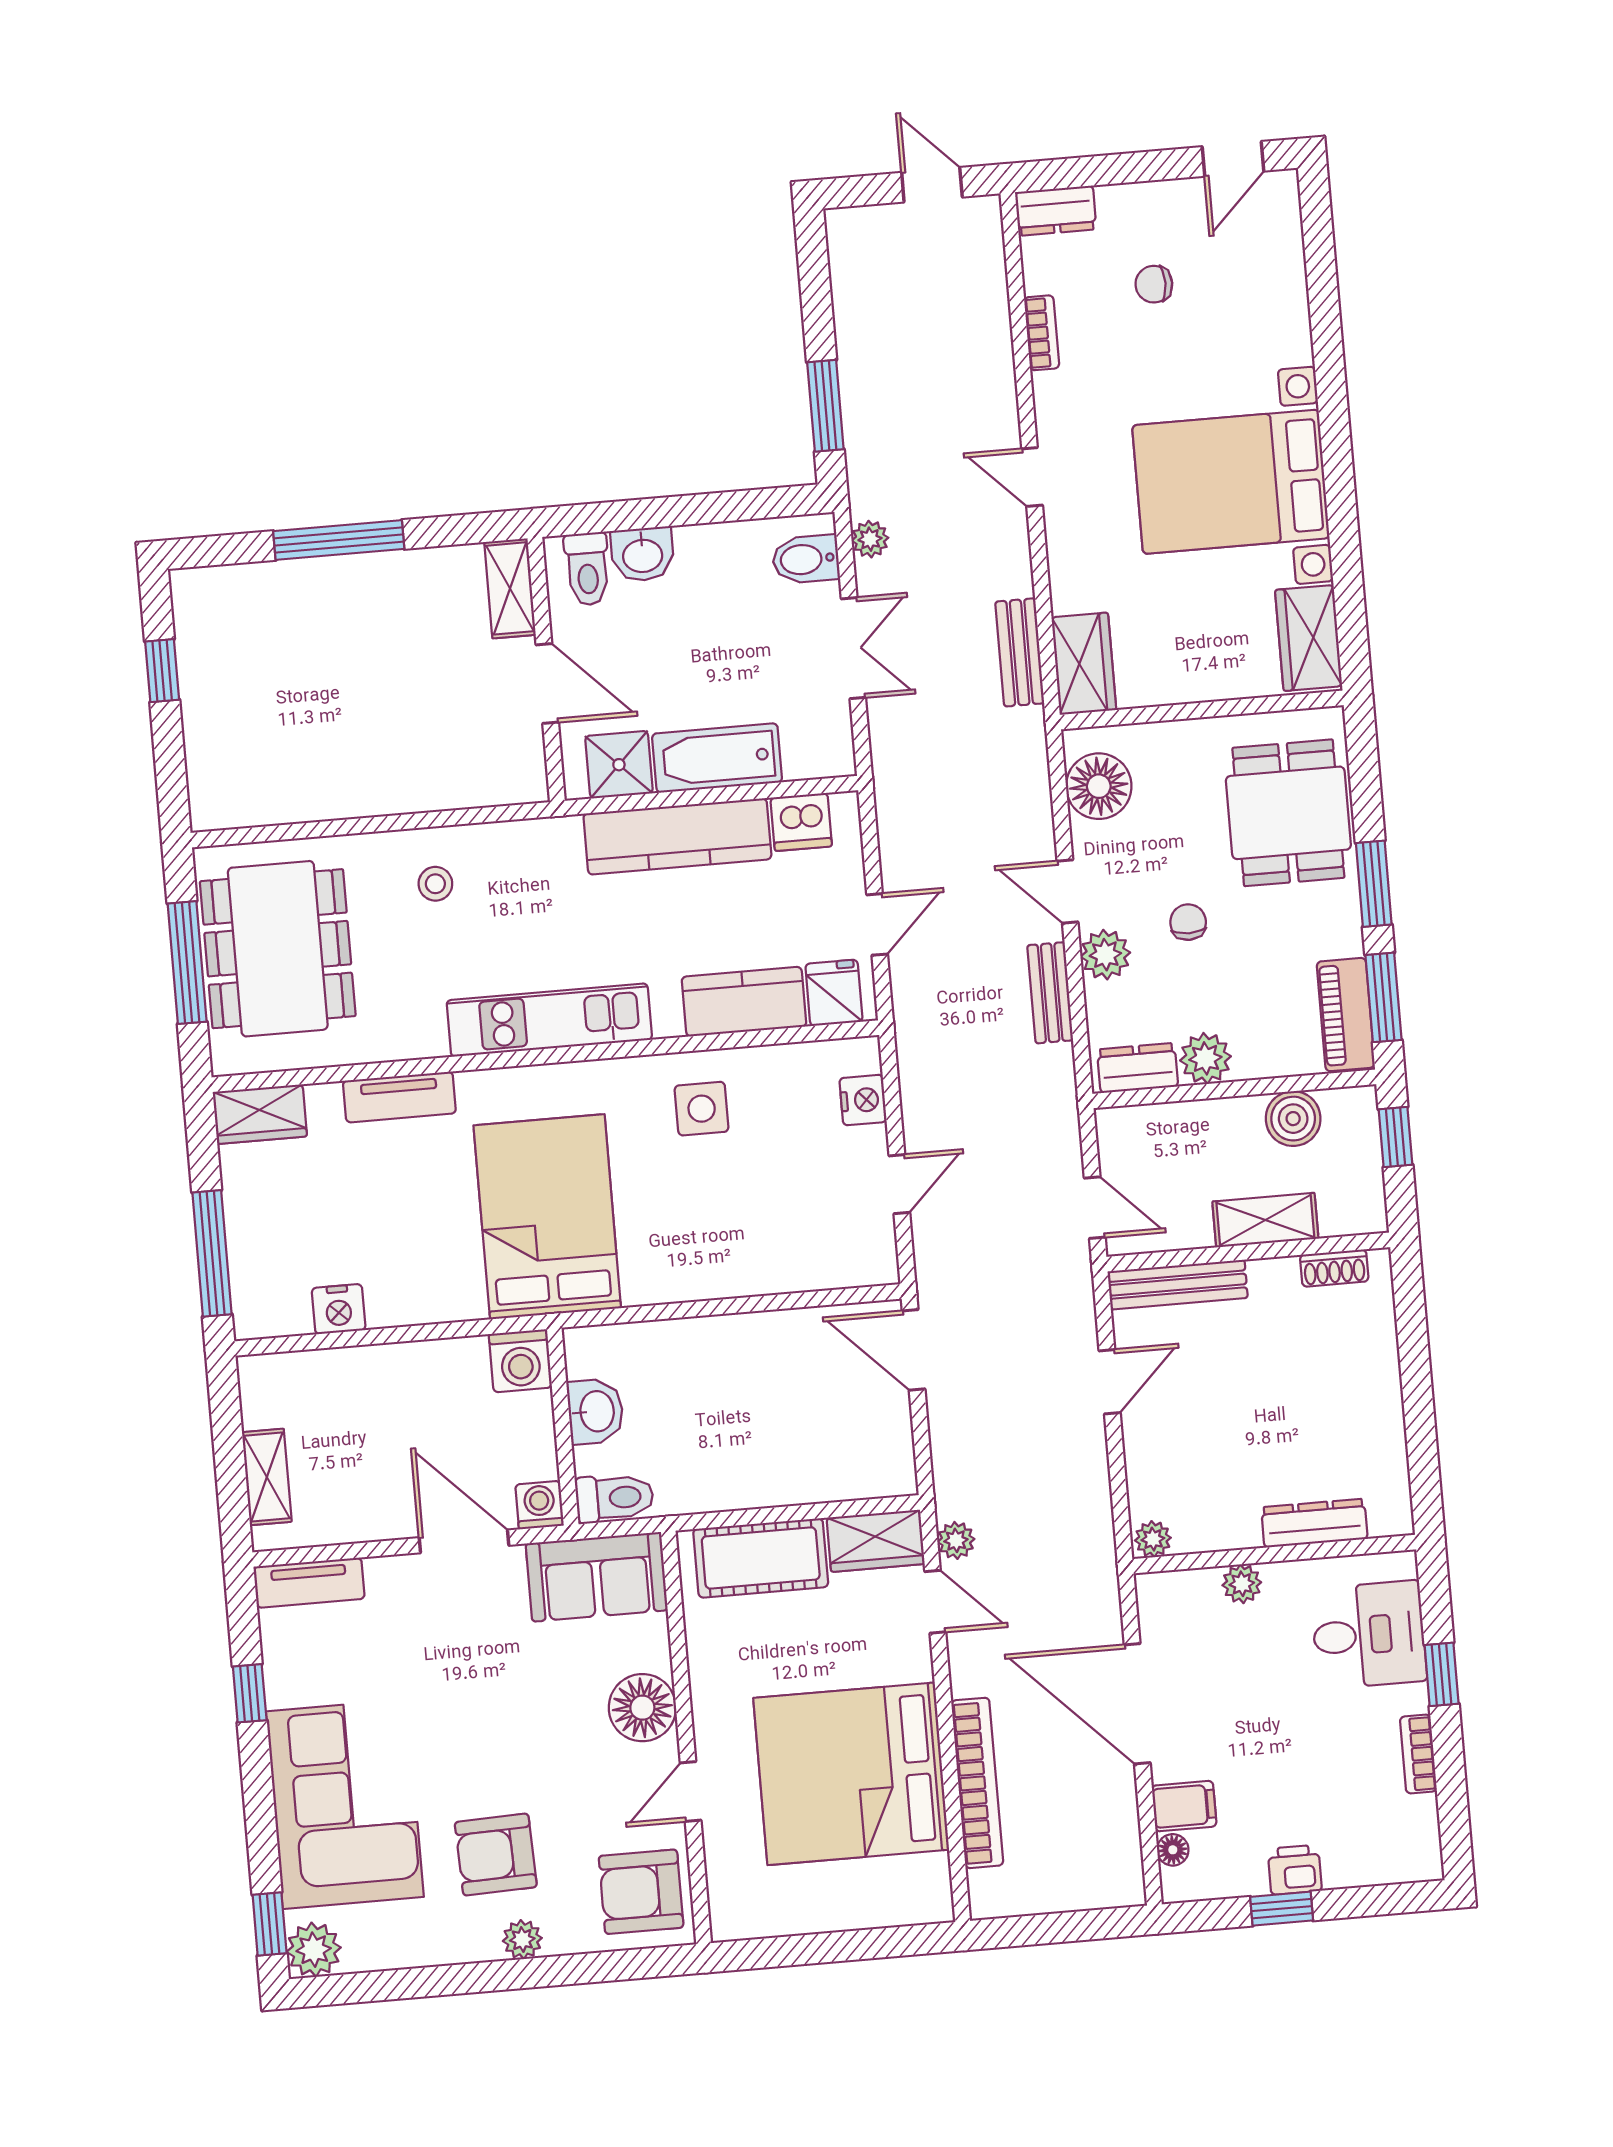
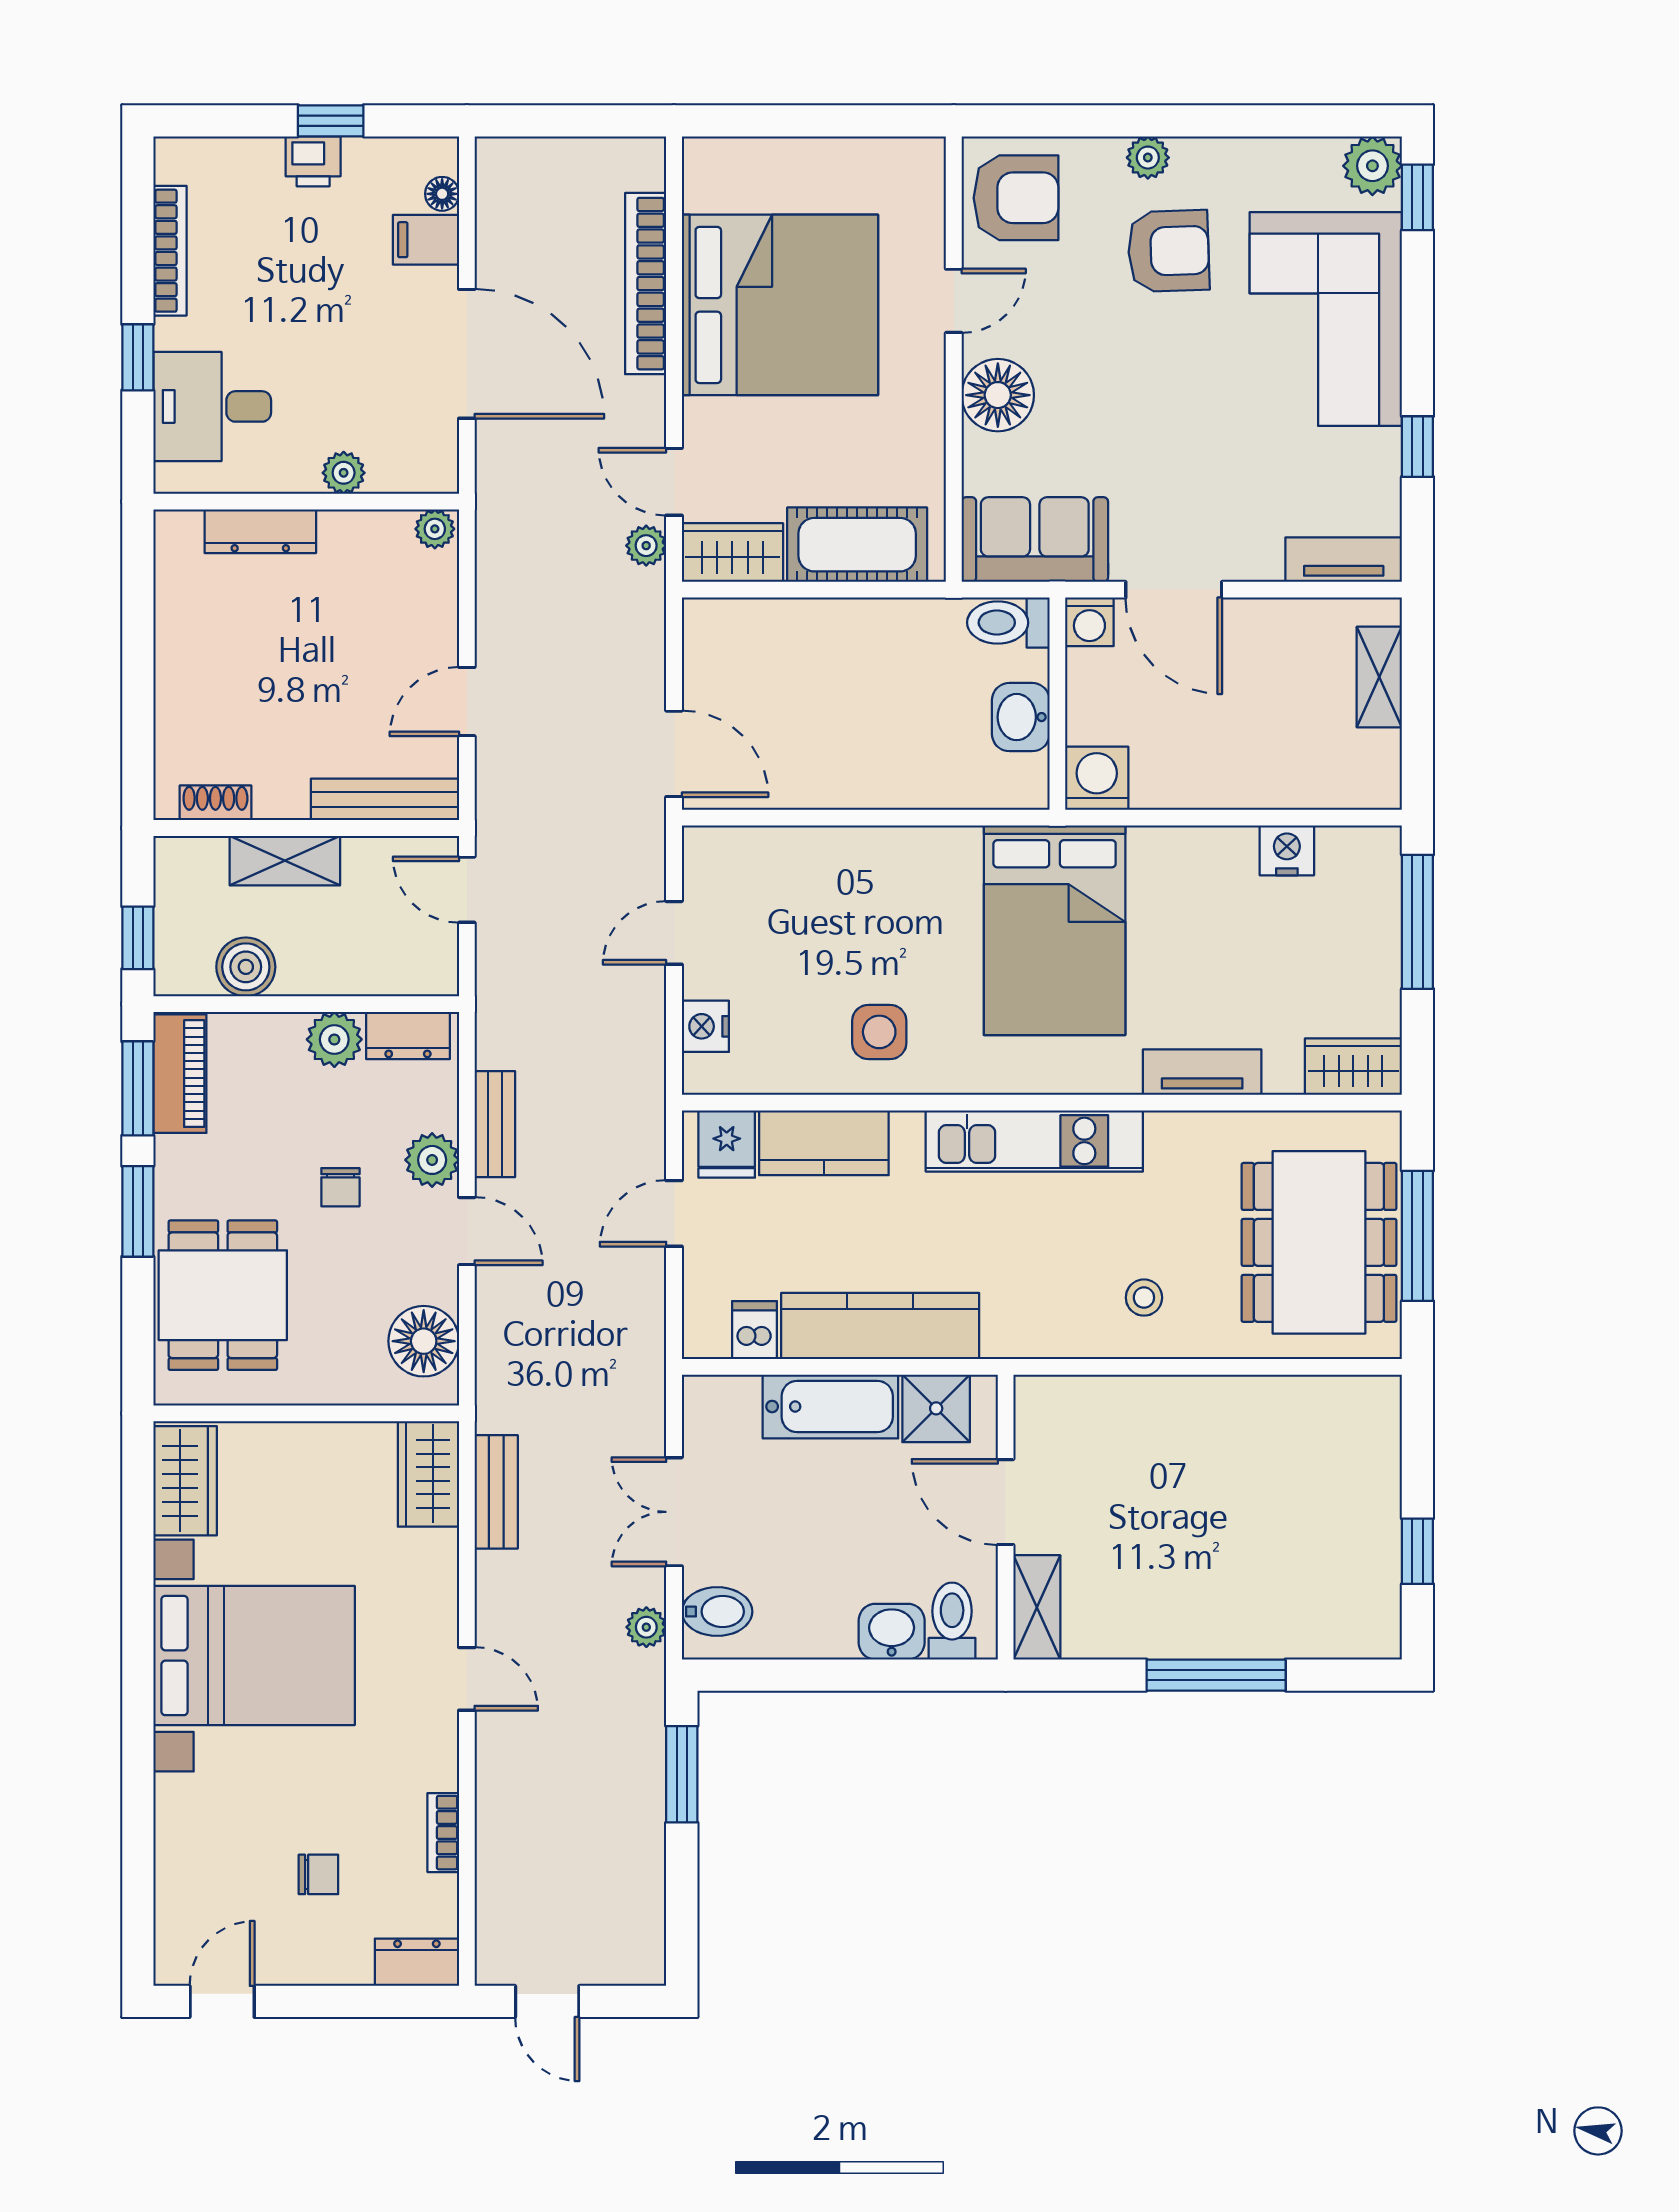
dishwasher: (801, 822) -> (755, 1330), width x0.73
bookcase: (1418, 1754) -> (170, 251), width x1.56

